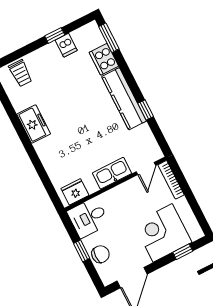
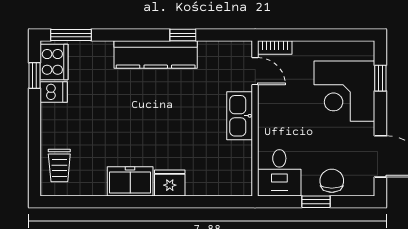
window: (55, 35) -> (34, 75), moved
cooker: (104, 59) -> (54, 62), moved, turned -90
trolley: (21, 73) -> (59, 166), turned 90
bookcase: (171, 180) -> (275, 47), width x0.64
fridge: (75, 192) -> (170, 183), moved, turned 90

